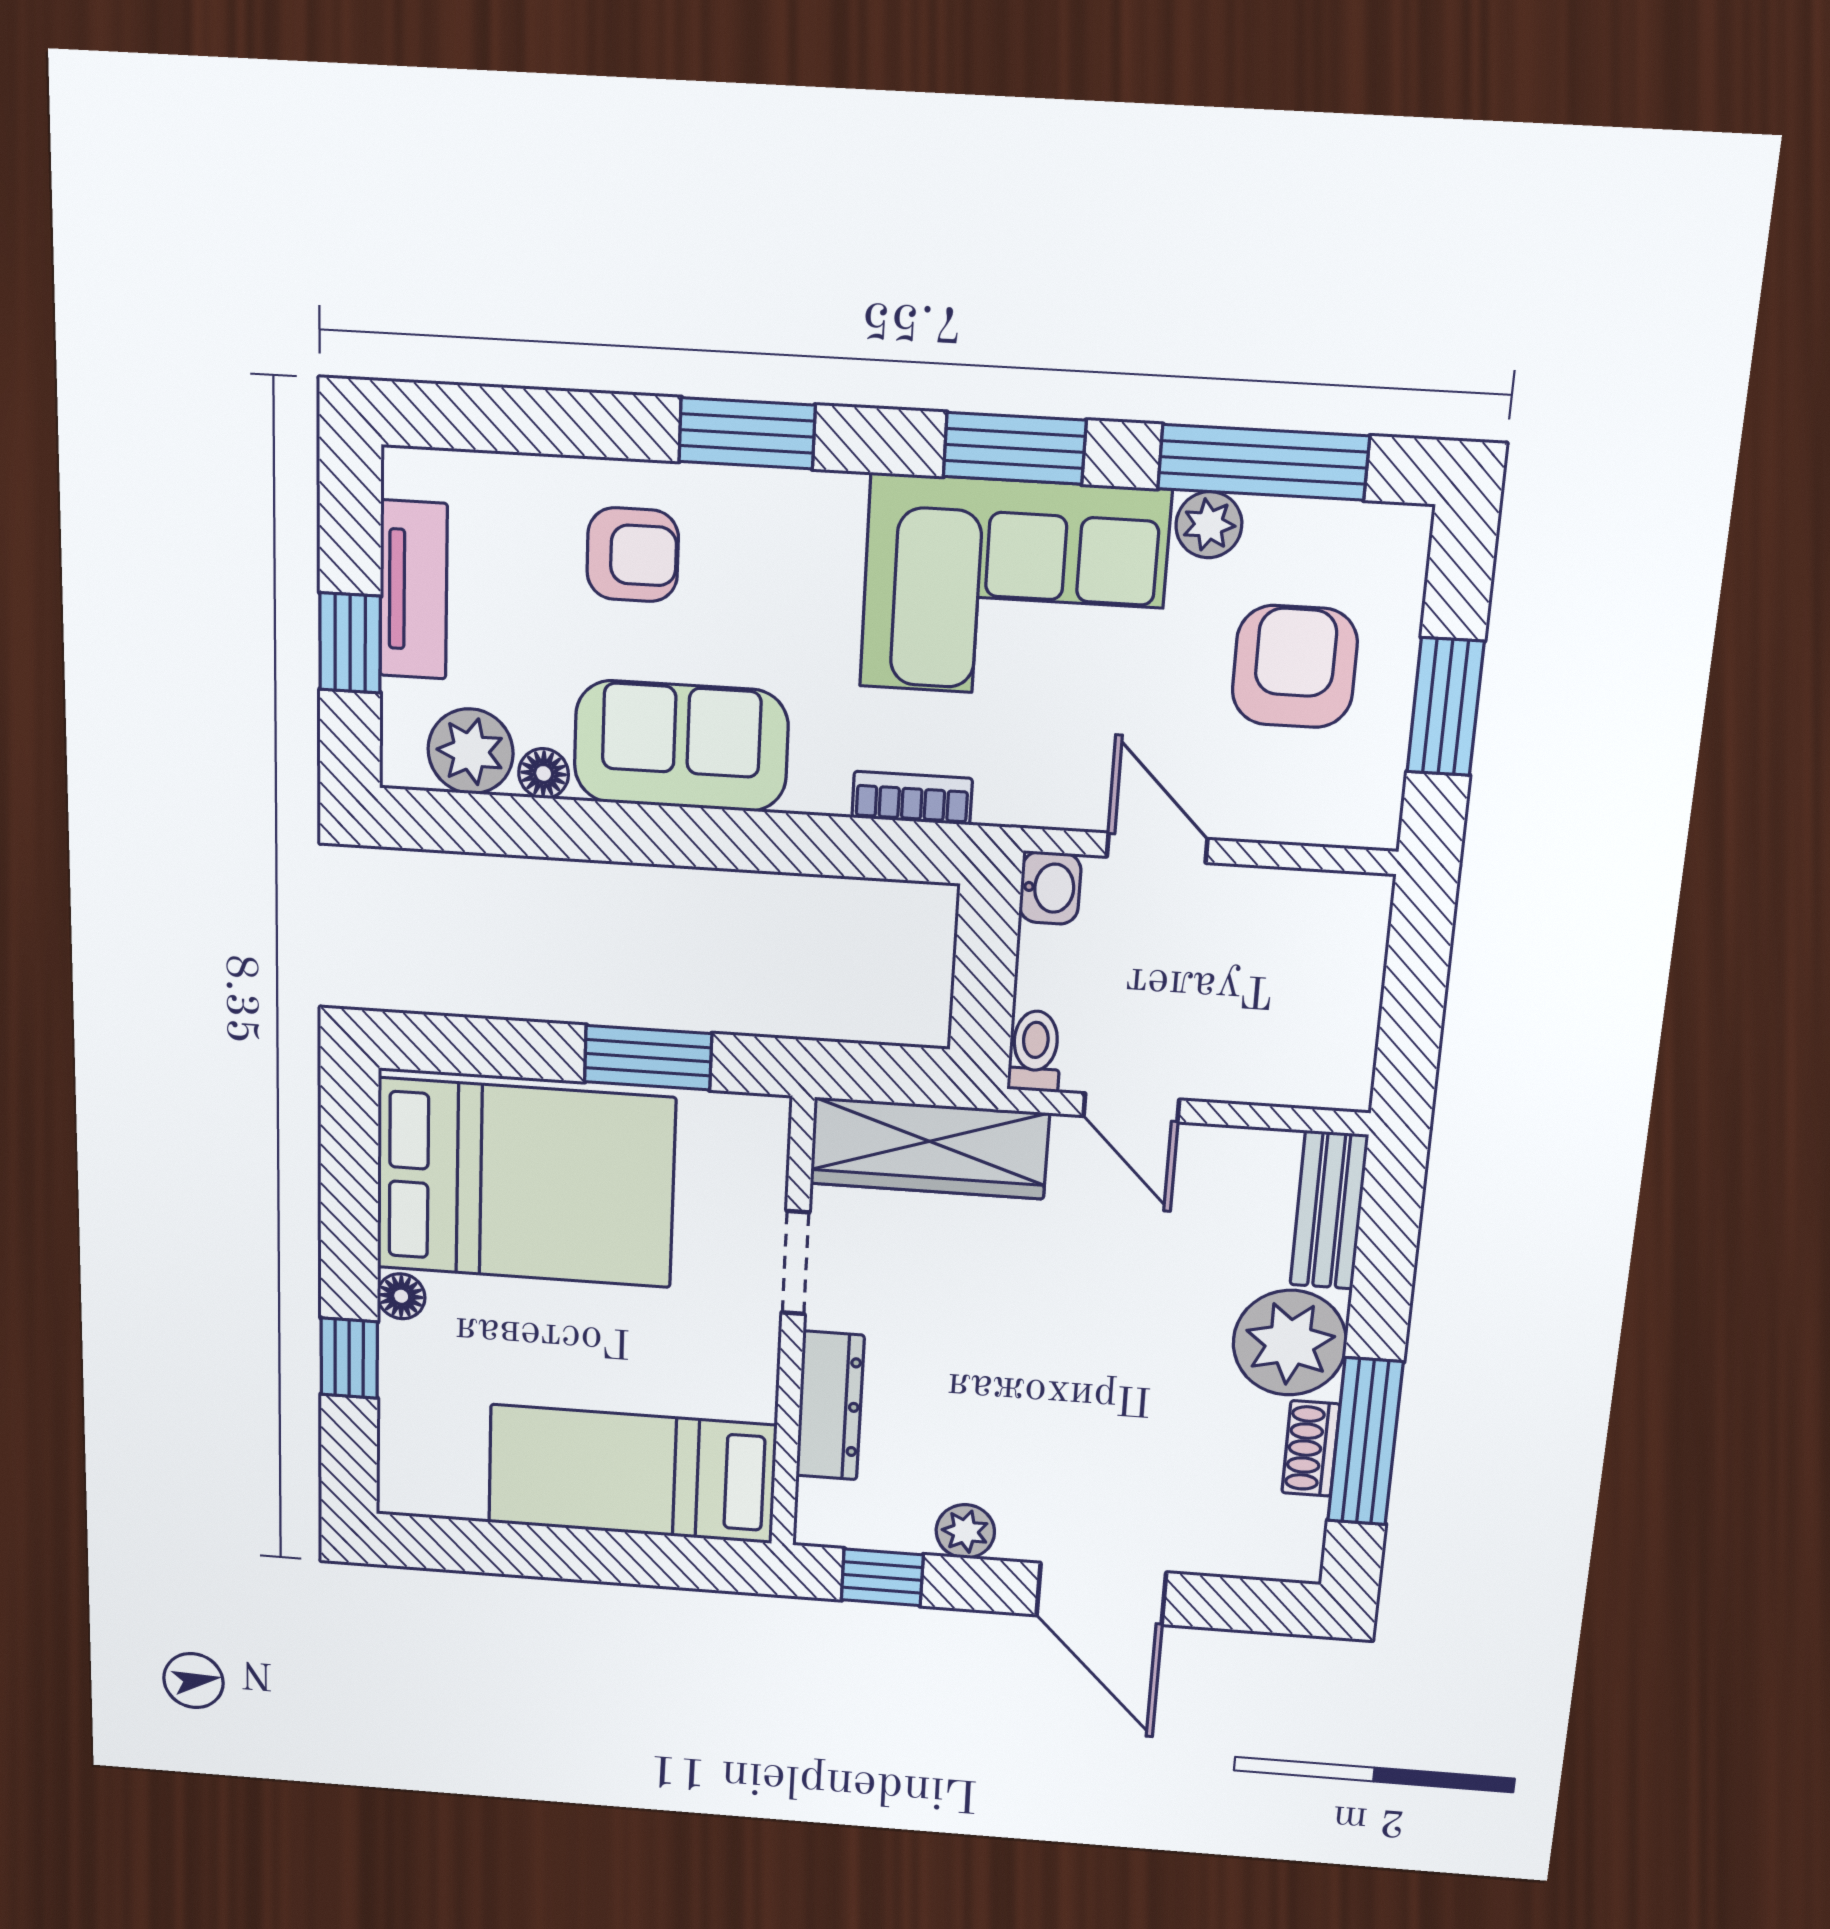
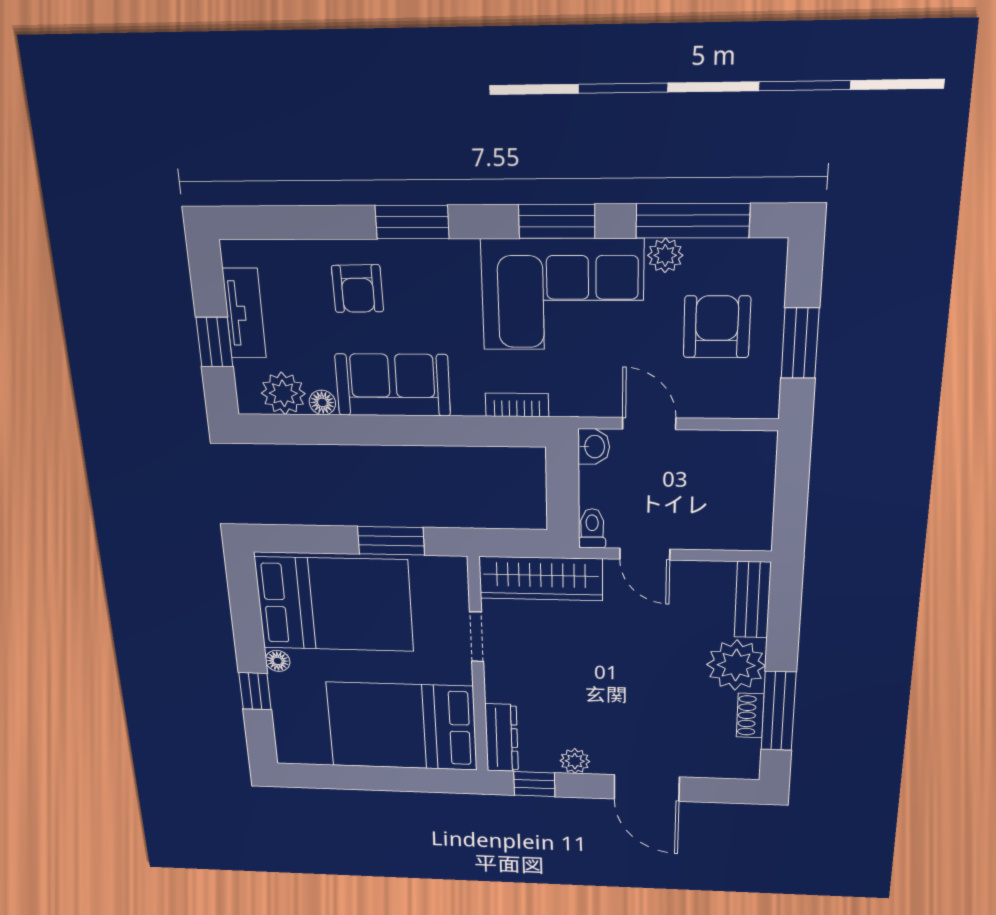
armchair: (633, 555) -> (358, 289), turned 89
dresser: (830, 1406) -> (502, 738), moved
bed: (632, 1474) -> (402, 726), width x1.50

